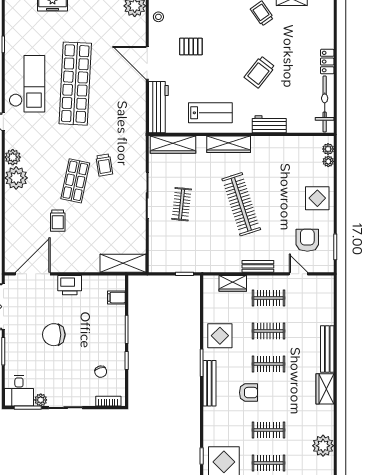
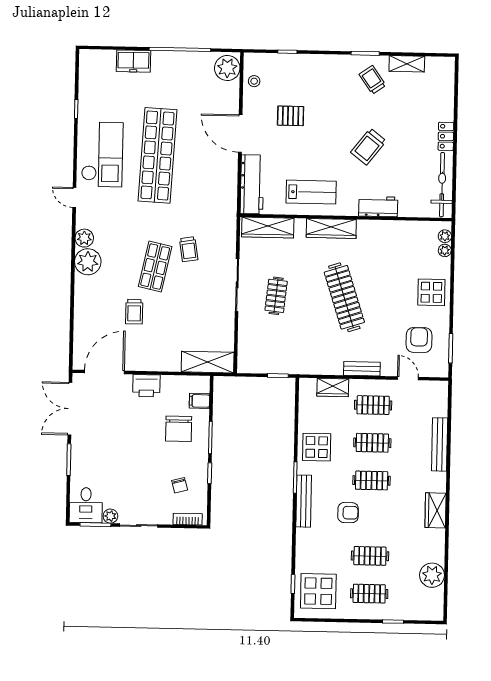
chair: (54, 335) -> (179, 429), moved, turned -90
bench: (327, 349) -> (440, 444), moved

